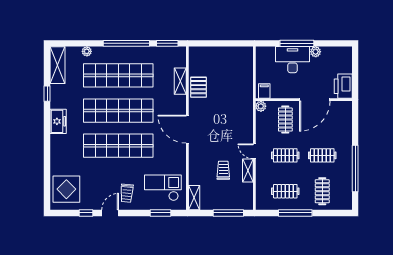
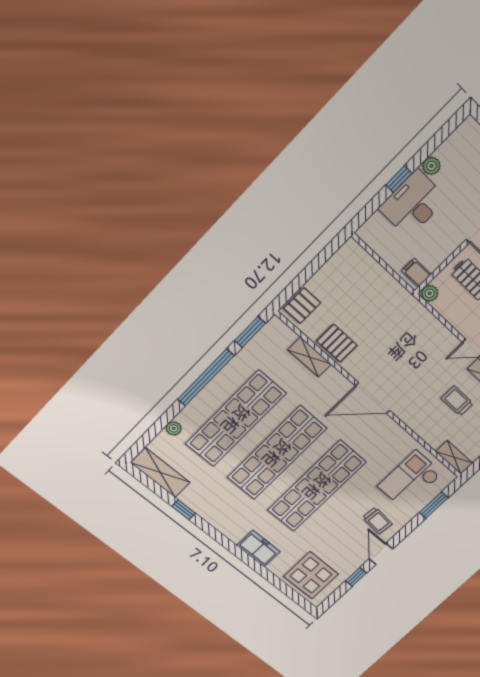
window: (297, 43) -> (399, 179), width x0.46
pallet: (201, 55) -> (302, 306), added
freezer: (58, 121) -> (259, 549), moved

